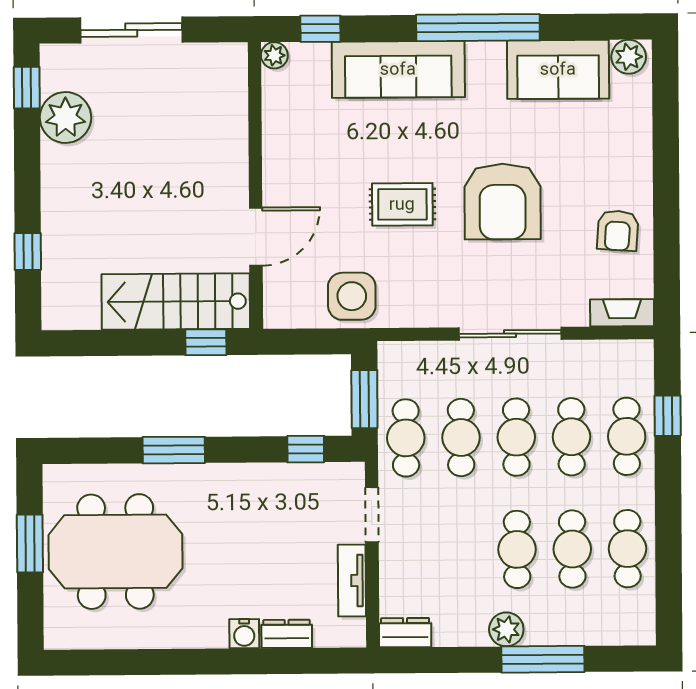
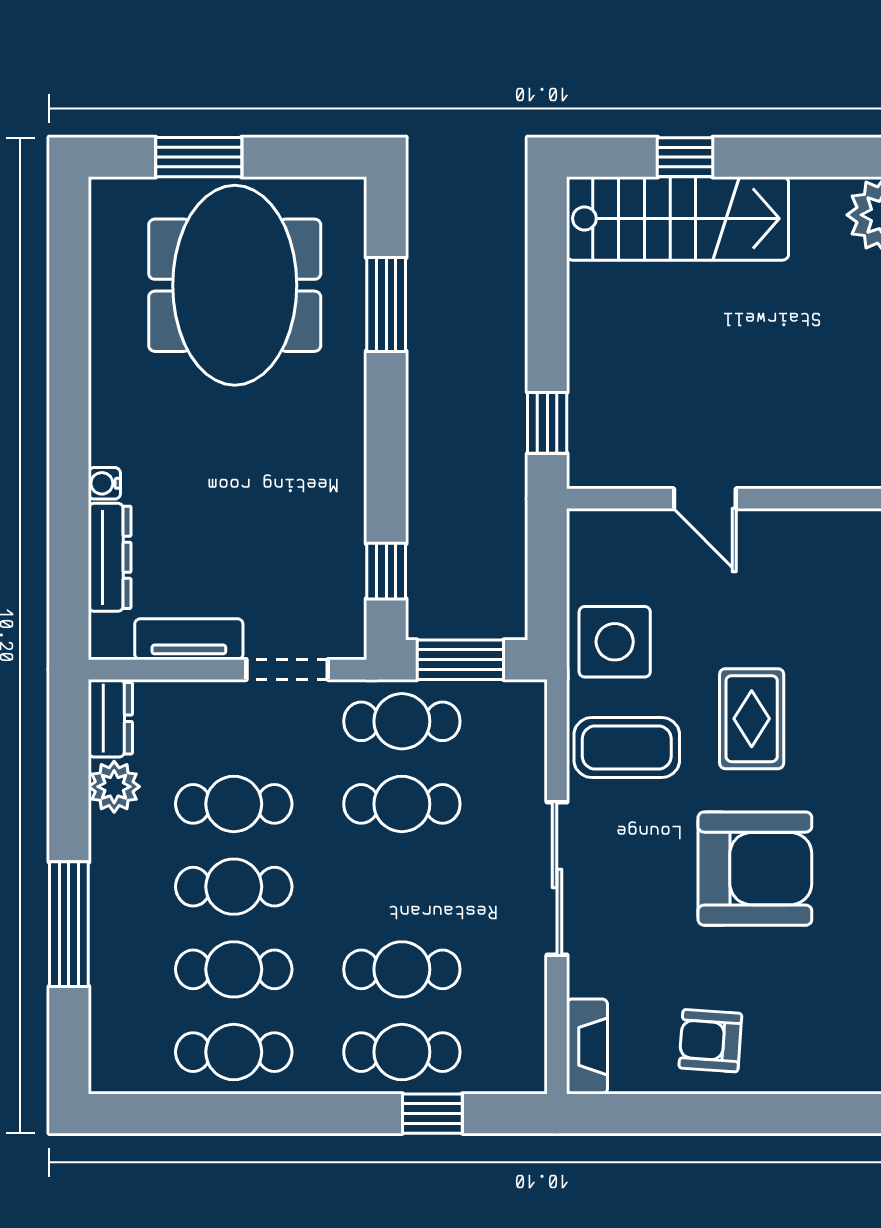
armchair: (503, 201) -> (755, 869), turned 180
door: (256, 237) -> (705, 499), width x0.73
coffee table: (422, 288) -> (627, 747), added
stairs: (176, 302) -> (678, 218), moved, turned 90
cafe table: (516, 437) -> (234, 804), moved
window: (174, 450) -> (386, 304), moved
window: (30, 543) -> (199, 157), moved
plant: (506, 629) -> (114, 787), moved
water cooler: (244, 634) -> (104, 483), width x0.72, depth x0.72
dresser: (287, 634) -> (110, 557), width x1.44

